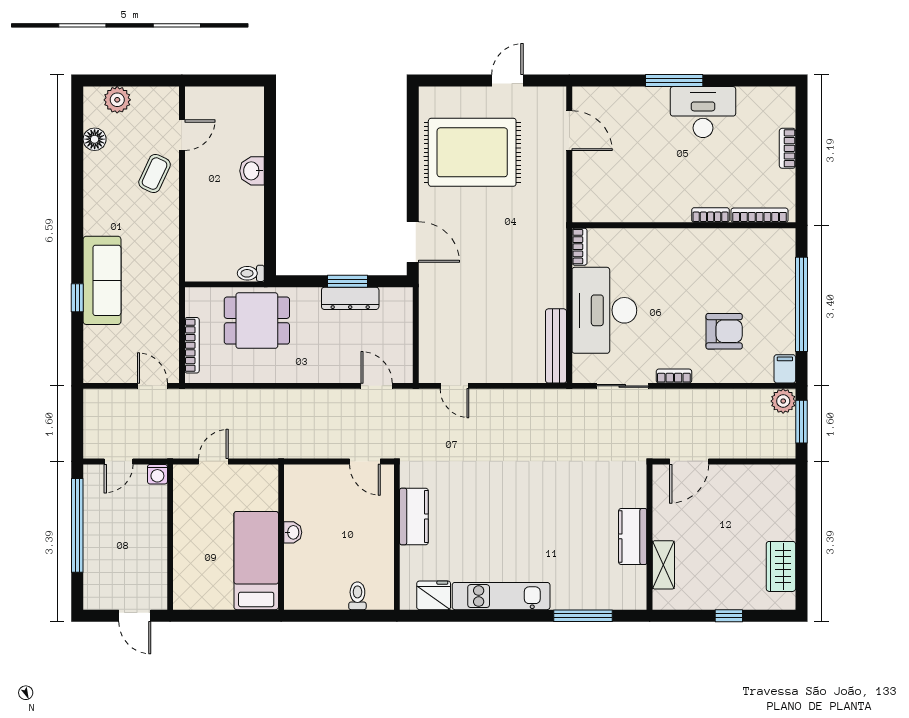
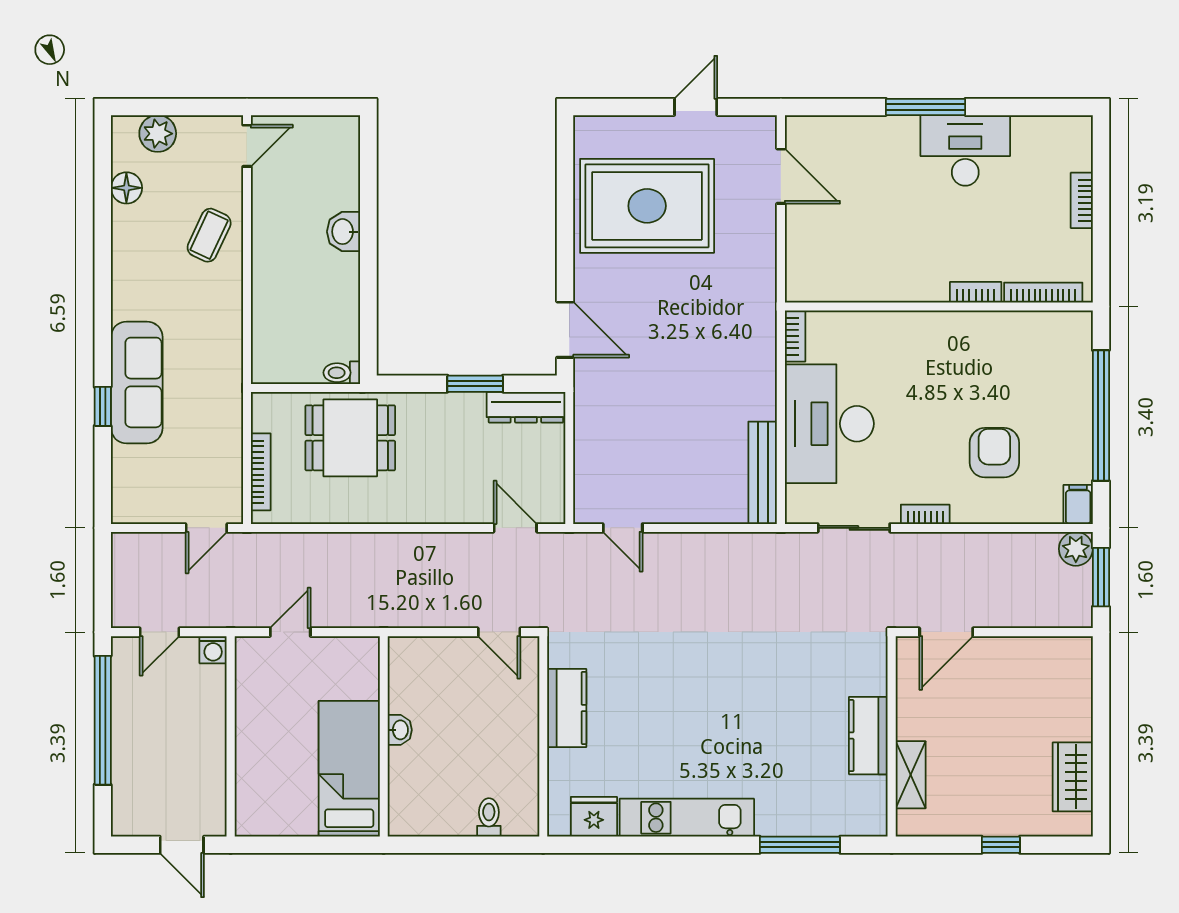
door: (182, 135) -> (247, 146), moved
dresser: (350, 298) -> (526, 407), moved
armchair: (724, 331) -> (994, 453), turned -90
door: (153, 386) -> (206, 528), swing flipped

